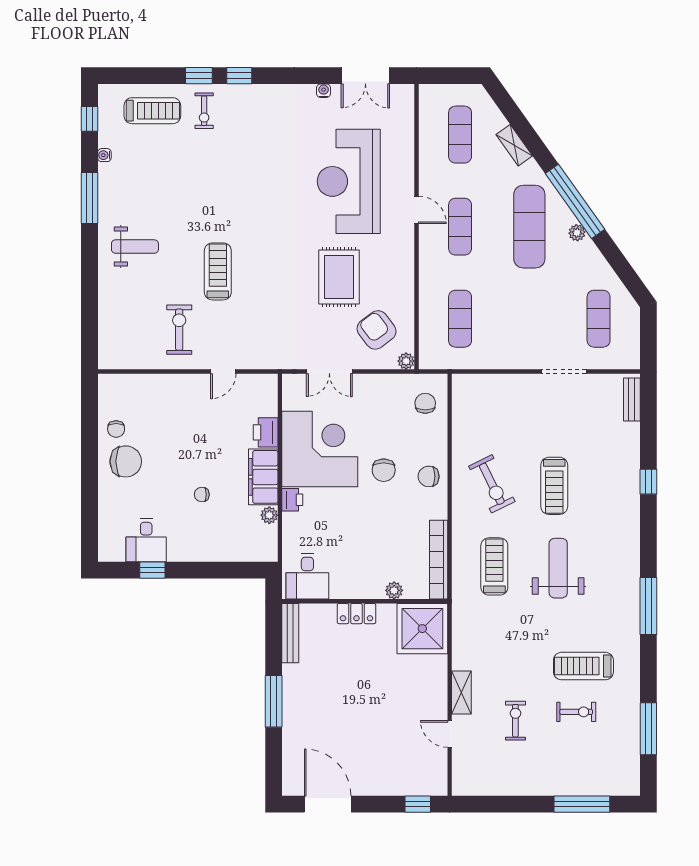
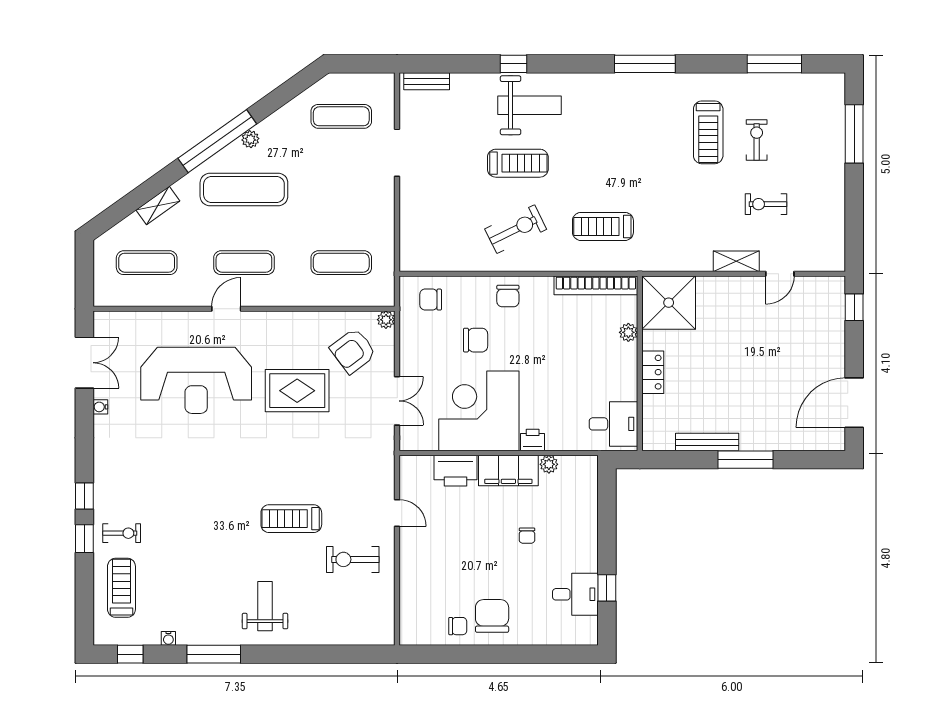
printer: (266, 432) -> (455, 471), width x1.37, depth x1.19
chair: (384, 470) -> (476, 340), moved
weight bench: (558, 568) -> (530, 105), moved, turned 180
bench: (290, 633) -> (707, 442), moved

